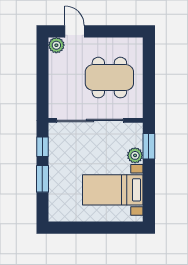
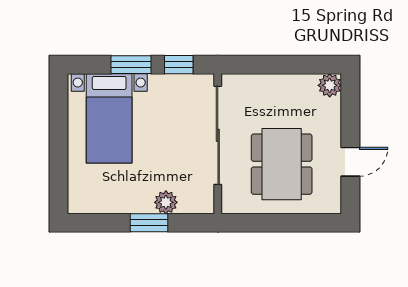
door: (75, 31) -> (350, 162), moved
window: (149, 146) -> (149, 223), moved
bed with nightstands: (113, 190) -> (109, 118), moved, turned 180

